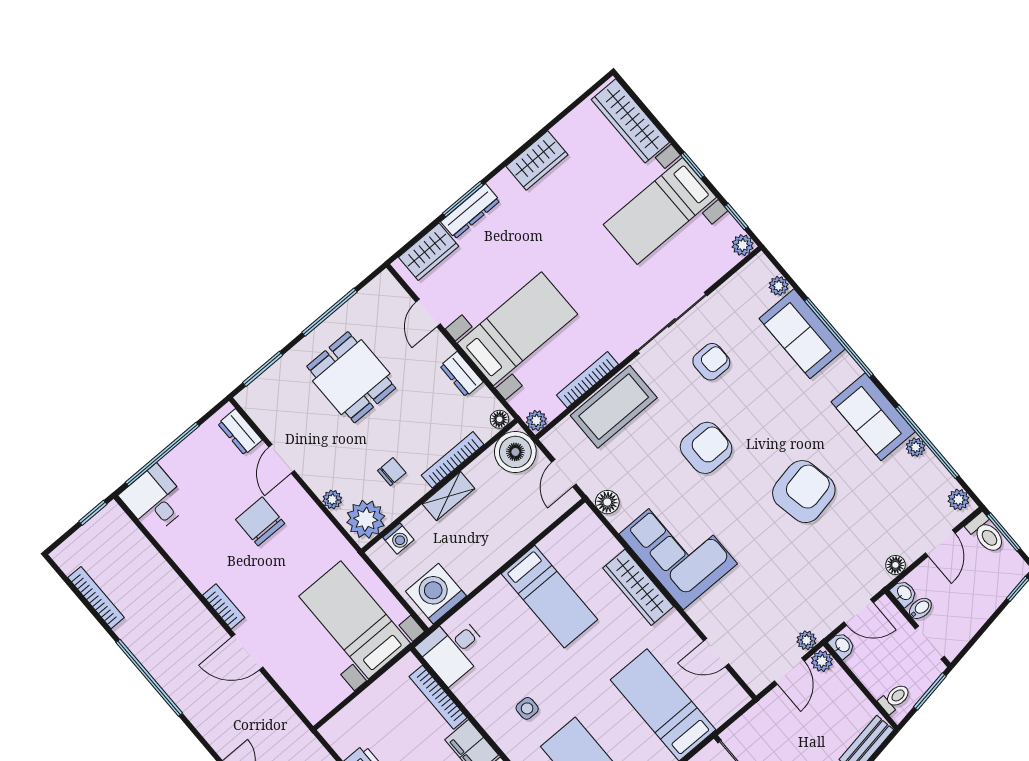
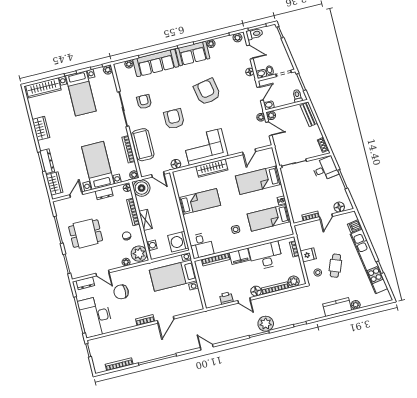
door: (428, 313) -> (76, 195), swing flipped
sofa: (802, 334) -> (156, 63), width x1.36
desk: (155, 500) -> (96, 316), width x1.87, depth x1.30

